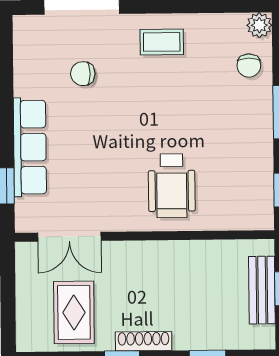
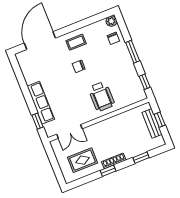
chair: (83, 74) -> (79, 66), moved
rug: (74, 312) -> (83, 160), turned 90

